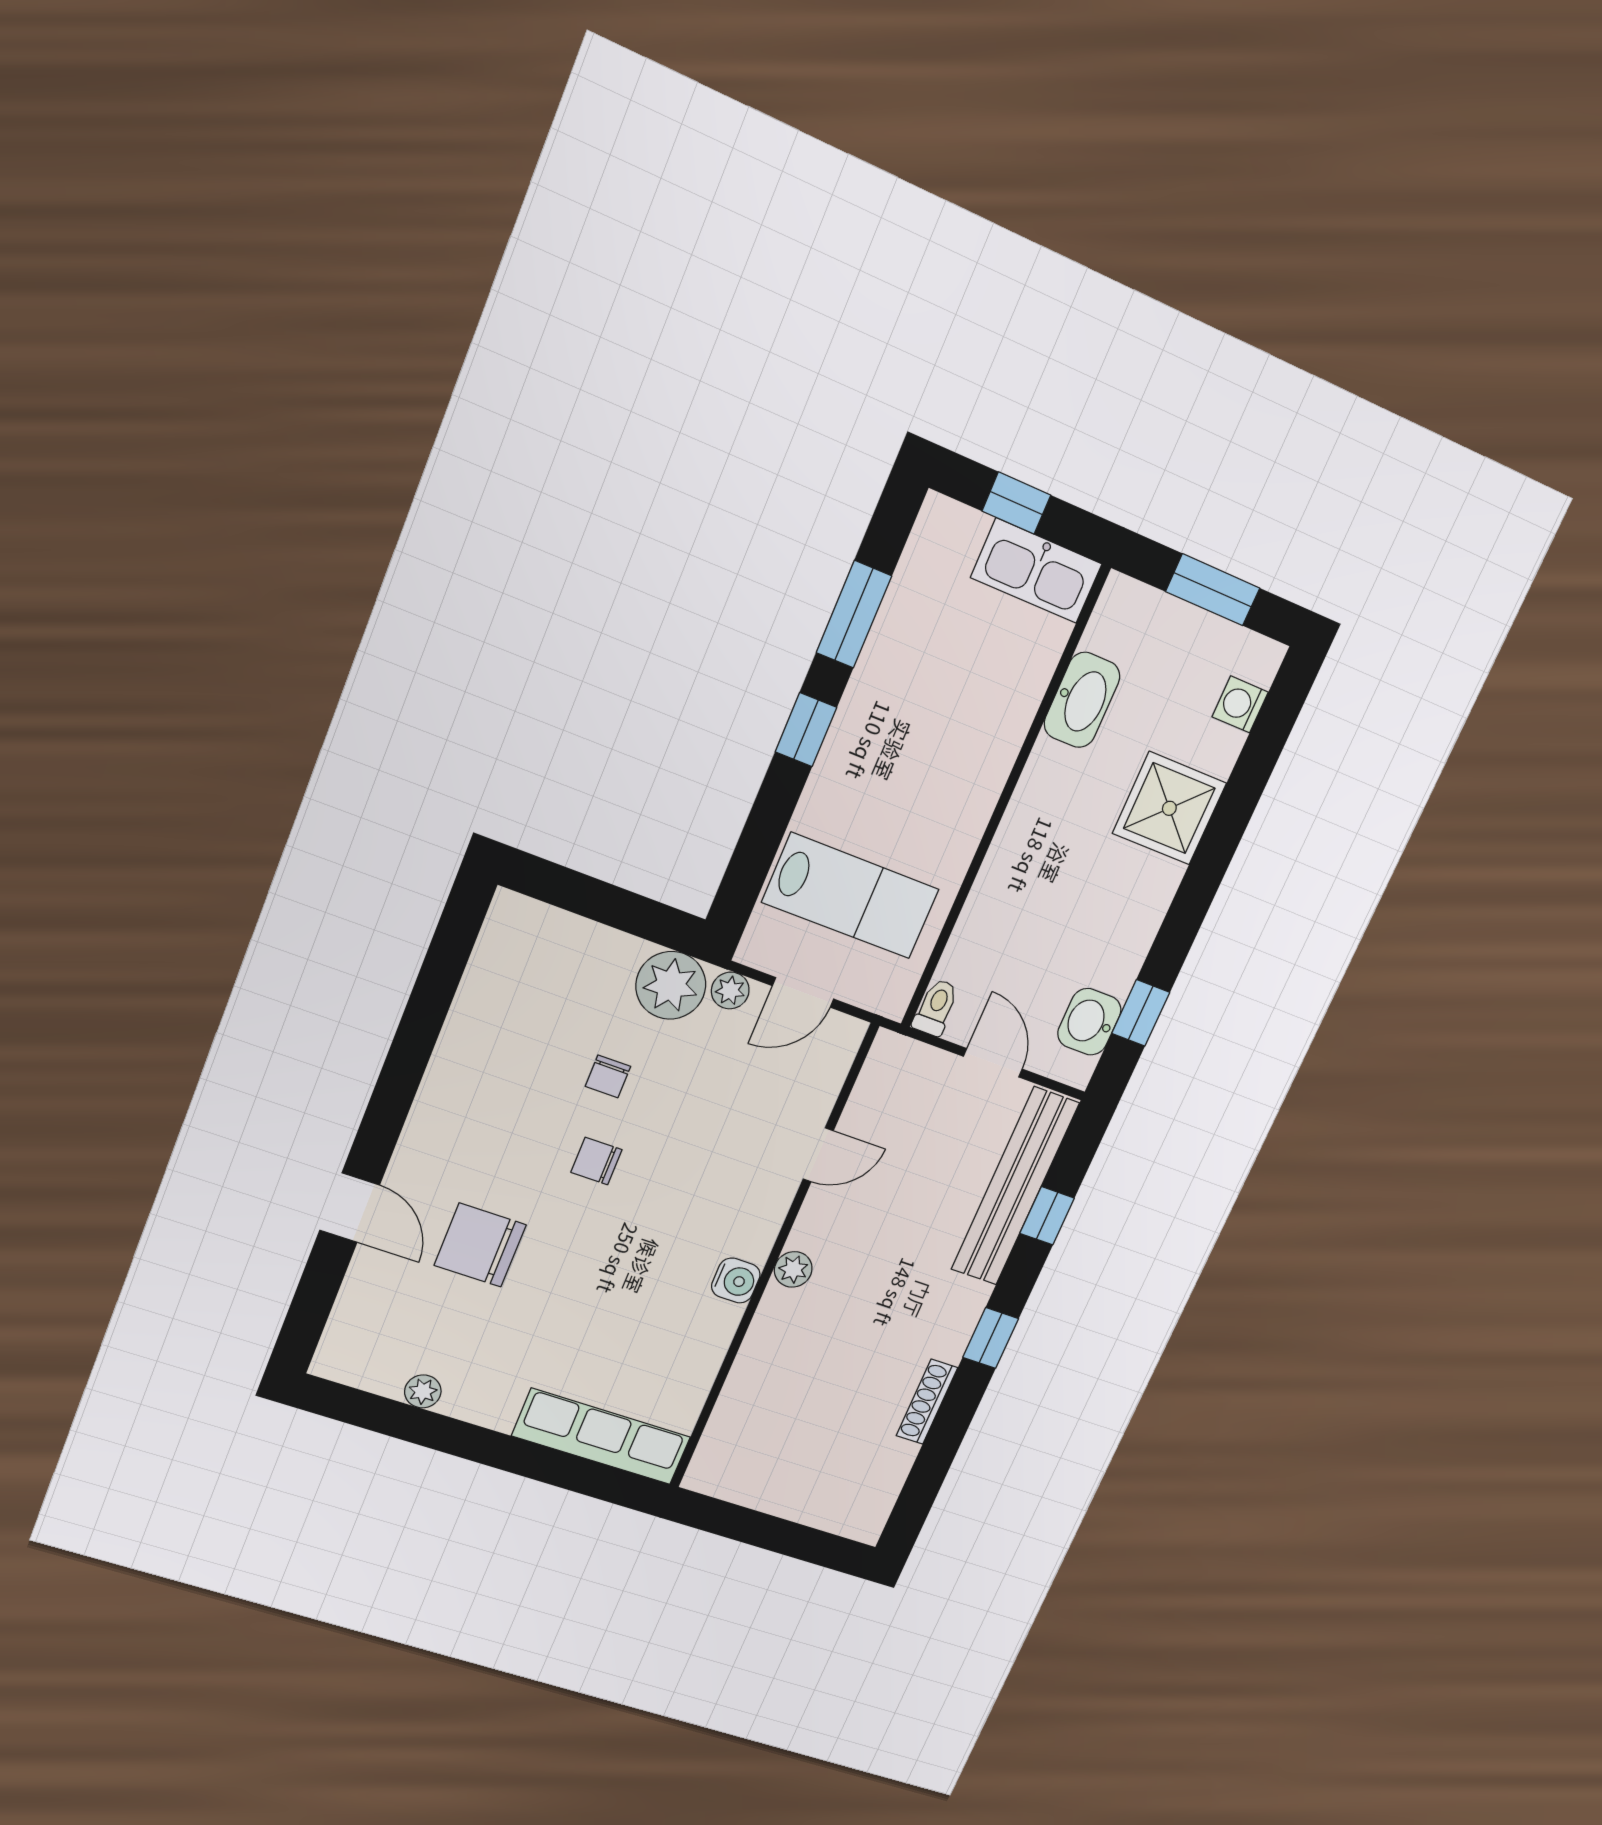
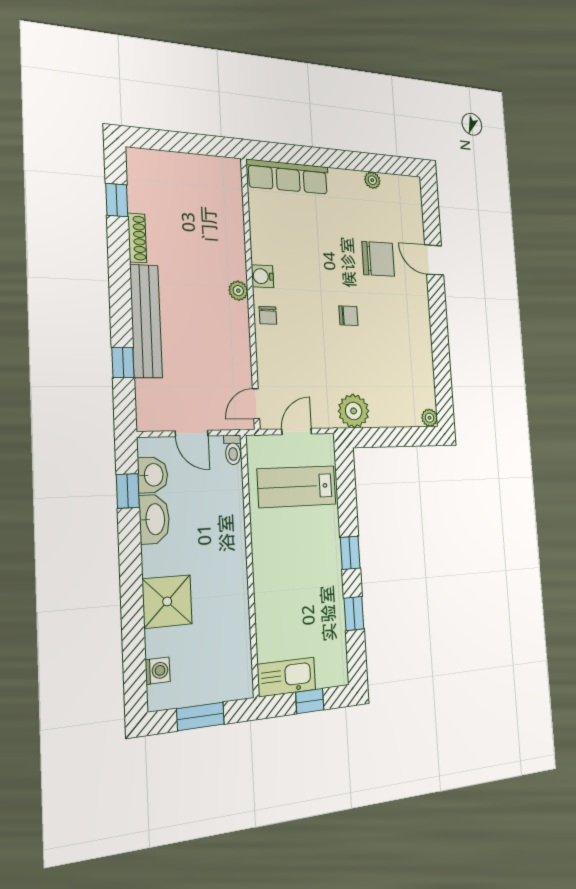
window: (854, 614) -> (354, 614), width x0.67
washbasin: (1082, 700) -> (154, 519), moved, turned 180
plant: (730, 991) -> (429, 418), moved
chair: (608, 1076) -> (268, 315), moved, turned 180
door: (818, 1155) -> (256, 404), moved
bench: (1015, 1186) -> (146, 321), moved
window: (991, 1338) -> (117, 200), moved

